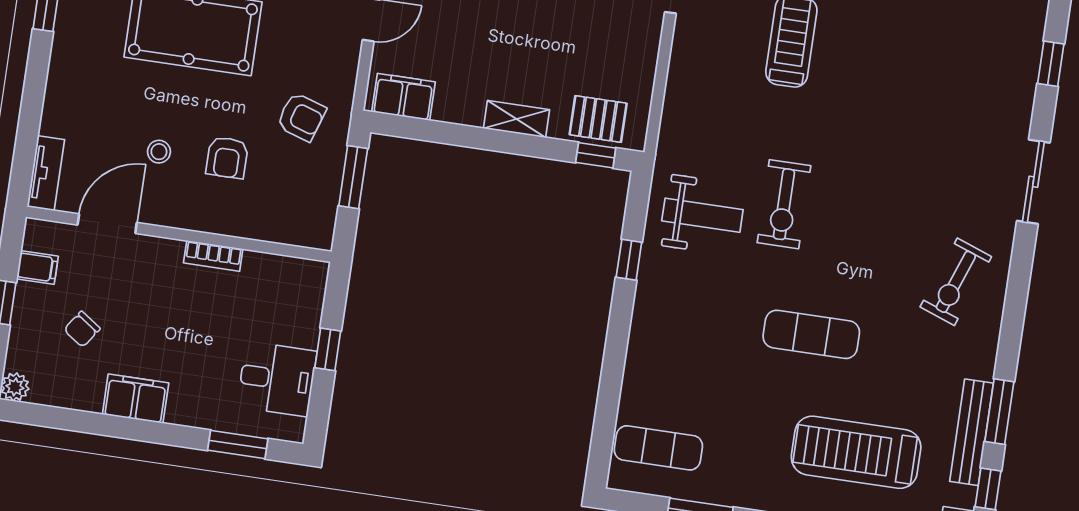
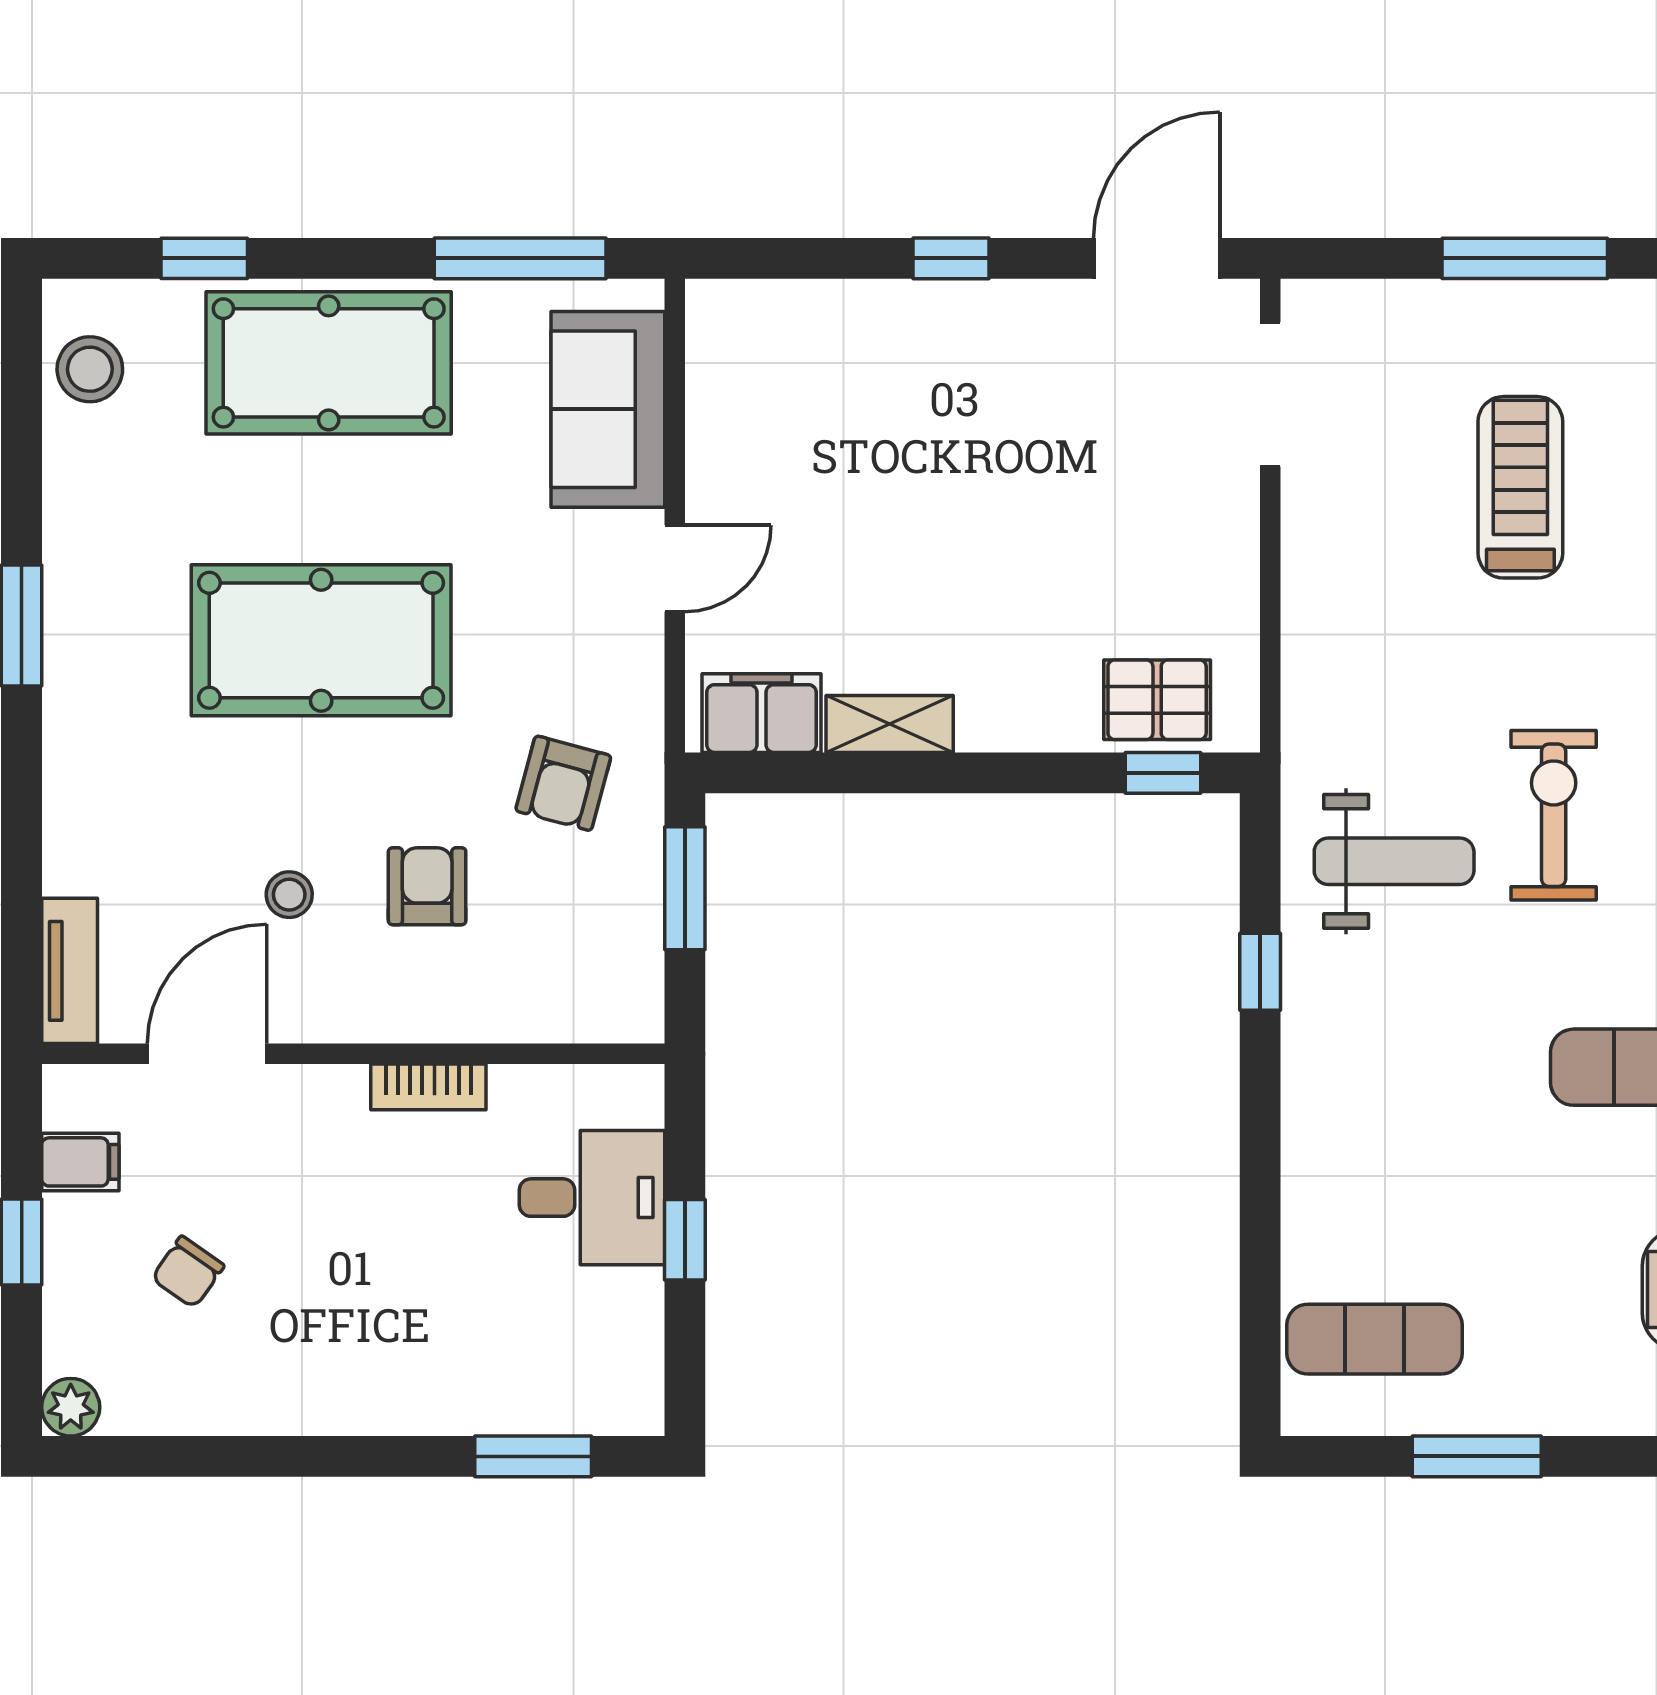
armchair: (301, 117) -> (563, 783), turned 87
shelving: (517, 119) -> (890, 724), moved
armchair: (227, 158) -> (427, 886), turned 180
exercise bike: (784, 204) -> (1554, 815), turned 180
desk: (277, 379) -> (592, 1198), moved
filing cabinet: (136, 399) -> (315, 1395), removed

